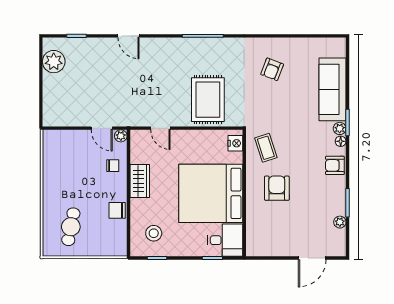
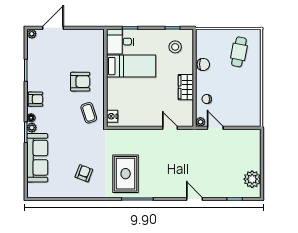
rug: (208, 100) -> (126, 174), moved
armchair: (277, 188) -> (80, 82), turned -90
bed: (211, 193) -> (131, 66), width x0.49
plant: (340, 222) -> (32, 34), moved

